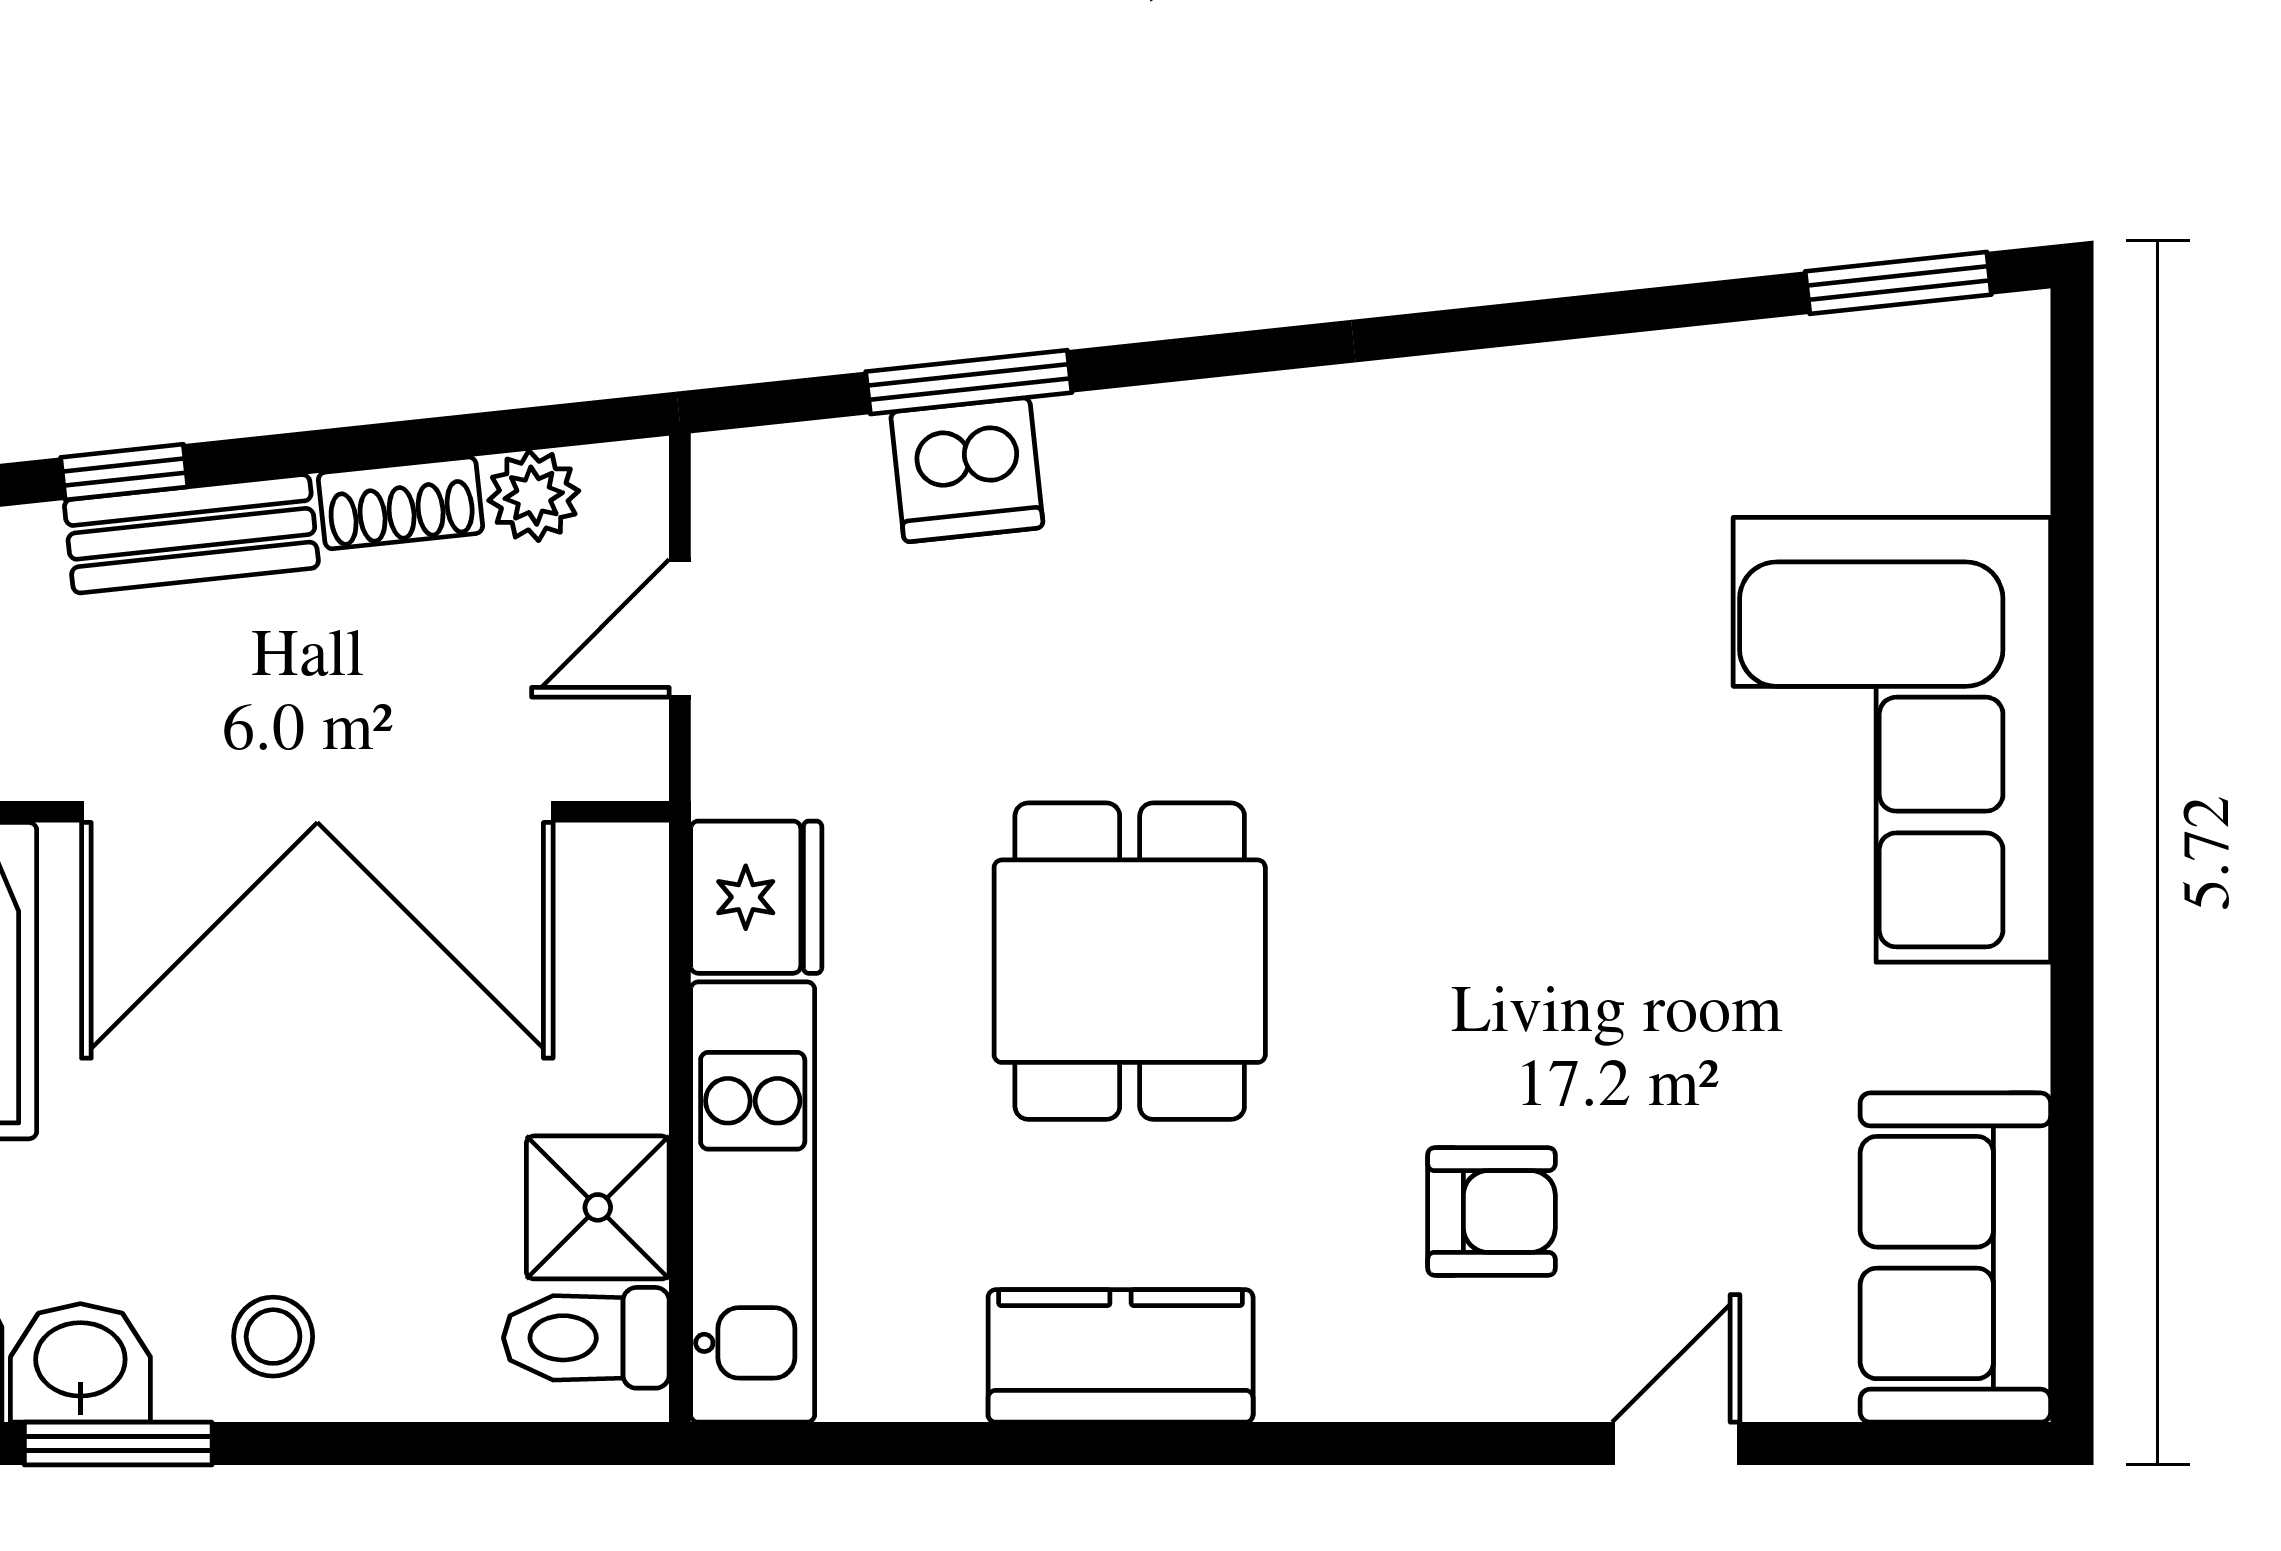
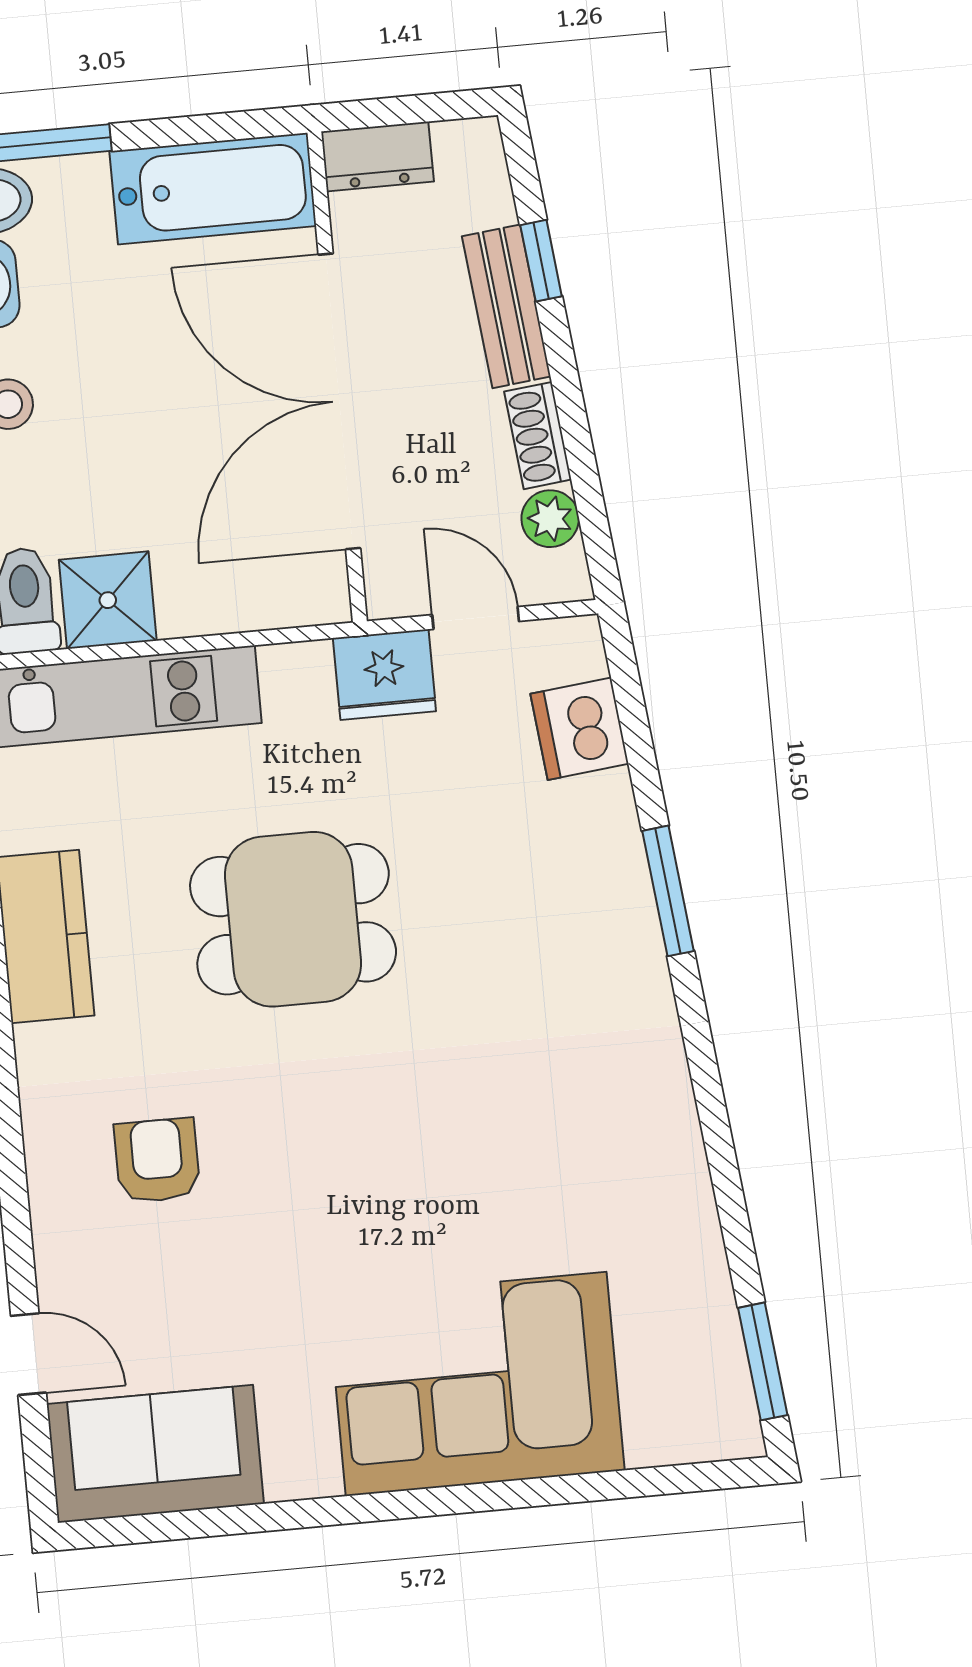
window: (969, 382) -> (668, 891), moved
dishwasher: (967, 470) -> (580, 729), moved
fridge: (756, 897) -> (384, 675), moved
armchair: (1491, 1211) -> (157, 1160), turned 180
door: (1676, 1444) -> (28, 1354), moved

